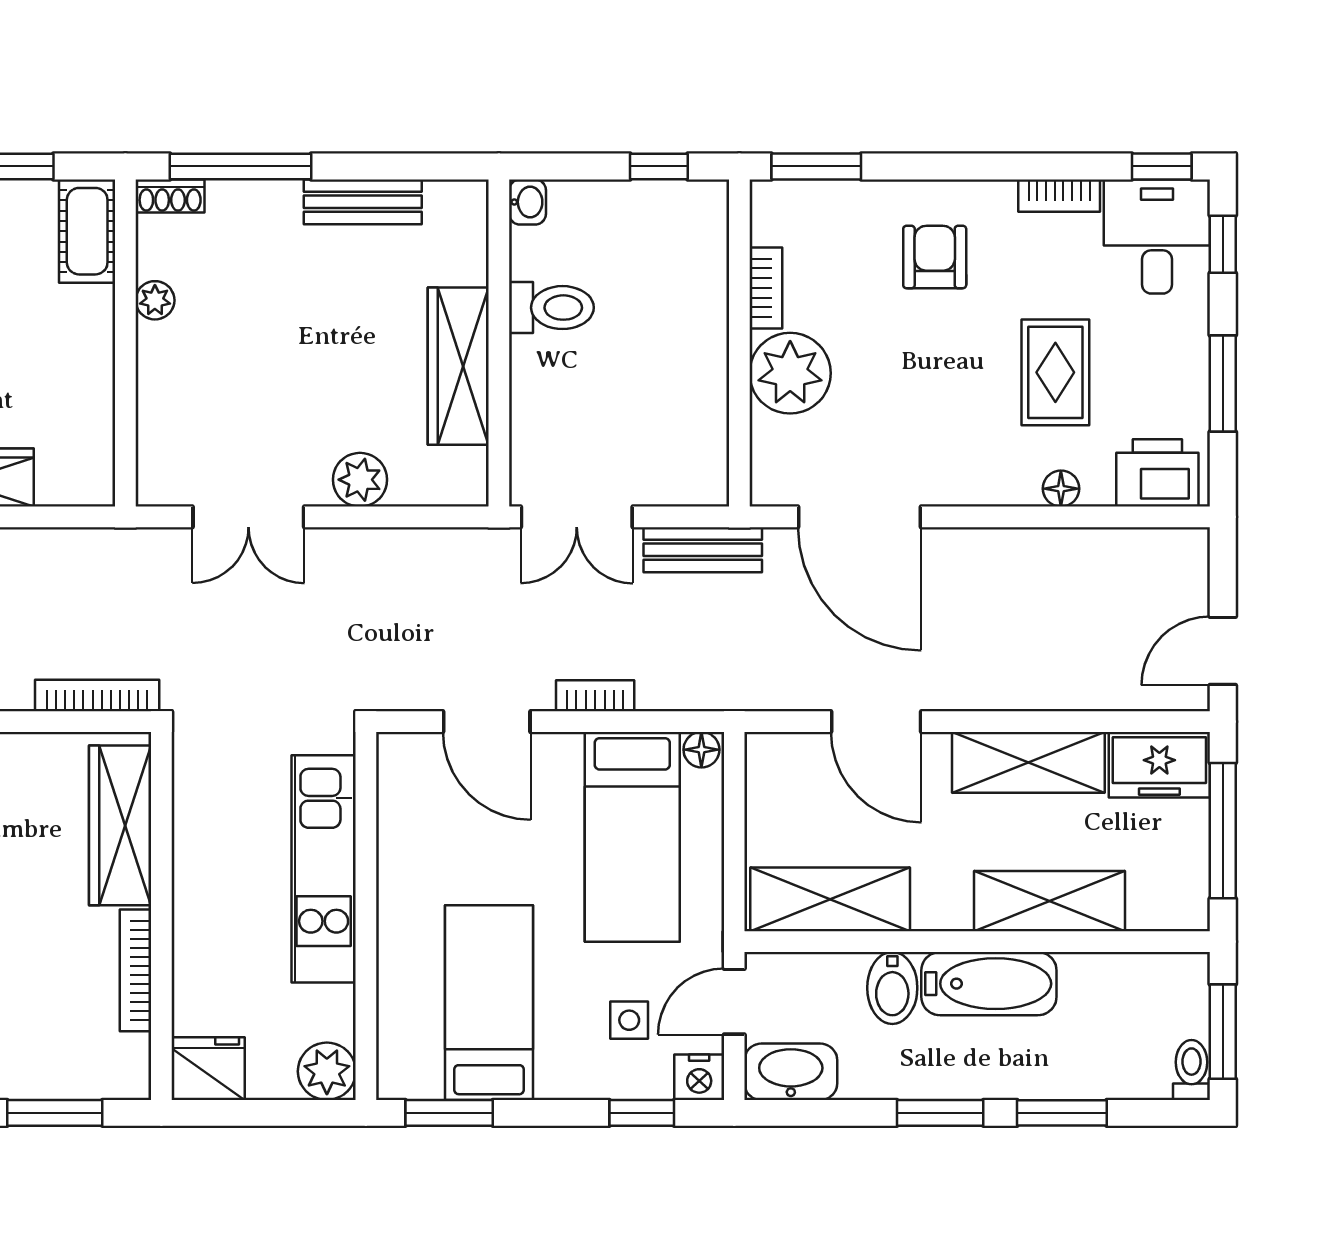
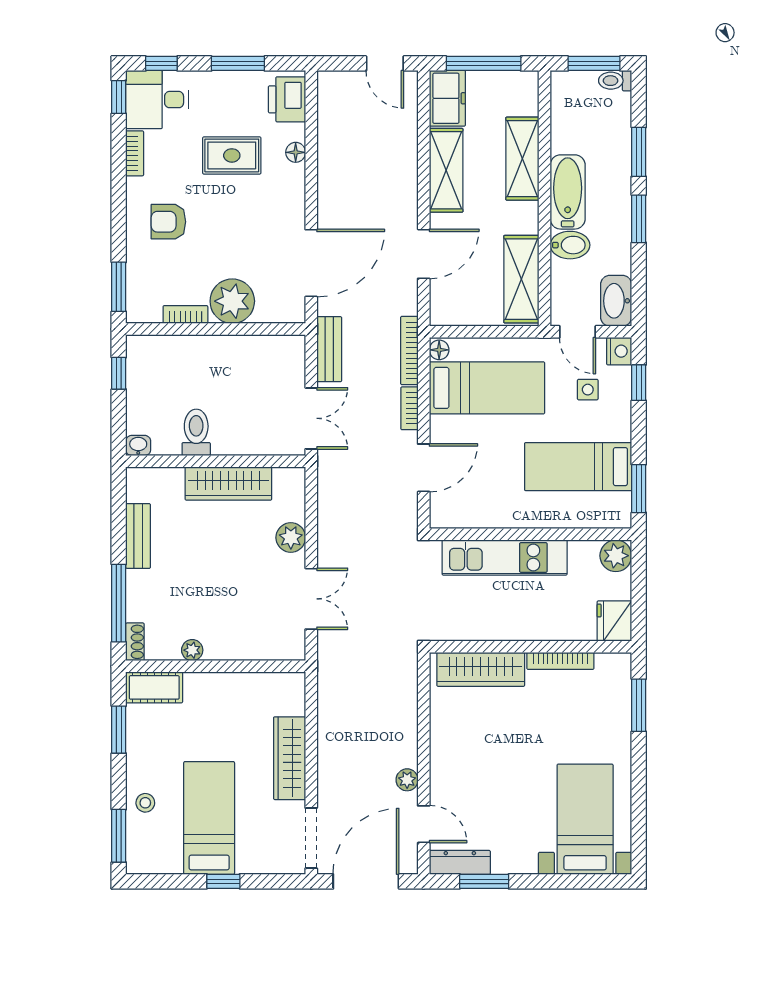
bookcase: (97, 695) -> (409, 351), moved

